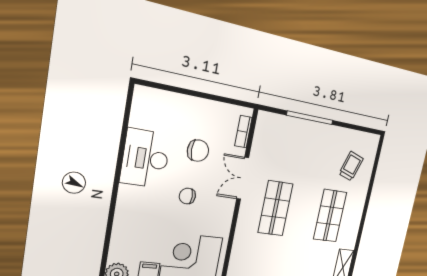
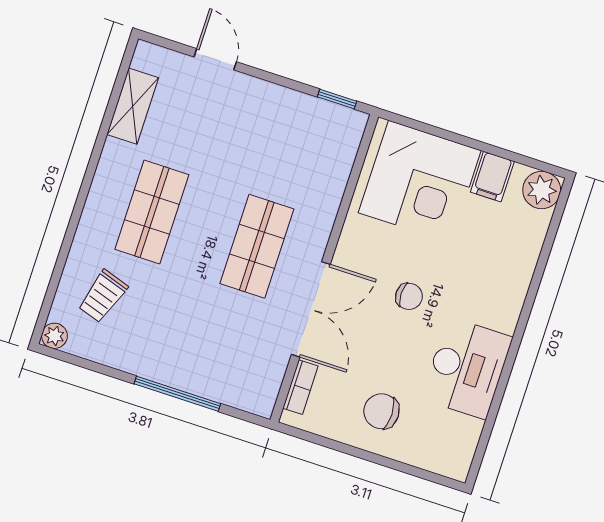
plant: (373, 141) -> (54, 336), added
chair: (198, 151) -> (381, 411), moved
double door: (243, 178) -> (311, 309), width x1.37

